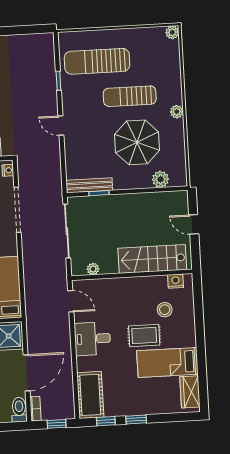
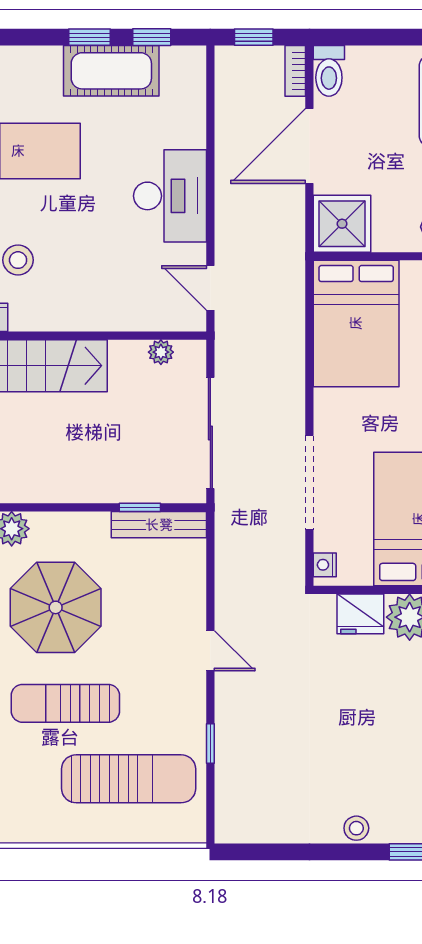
sun lounger: (130, 96) -> (65, 703), turned 180
rug: (144, 336) -> (63, 209), removed
desk: (92, 339) -> (170, 196), width x1.37
cot: (90, 395) -> (111, 71), moved, turned 90

